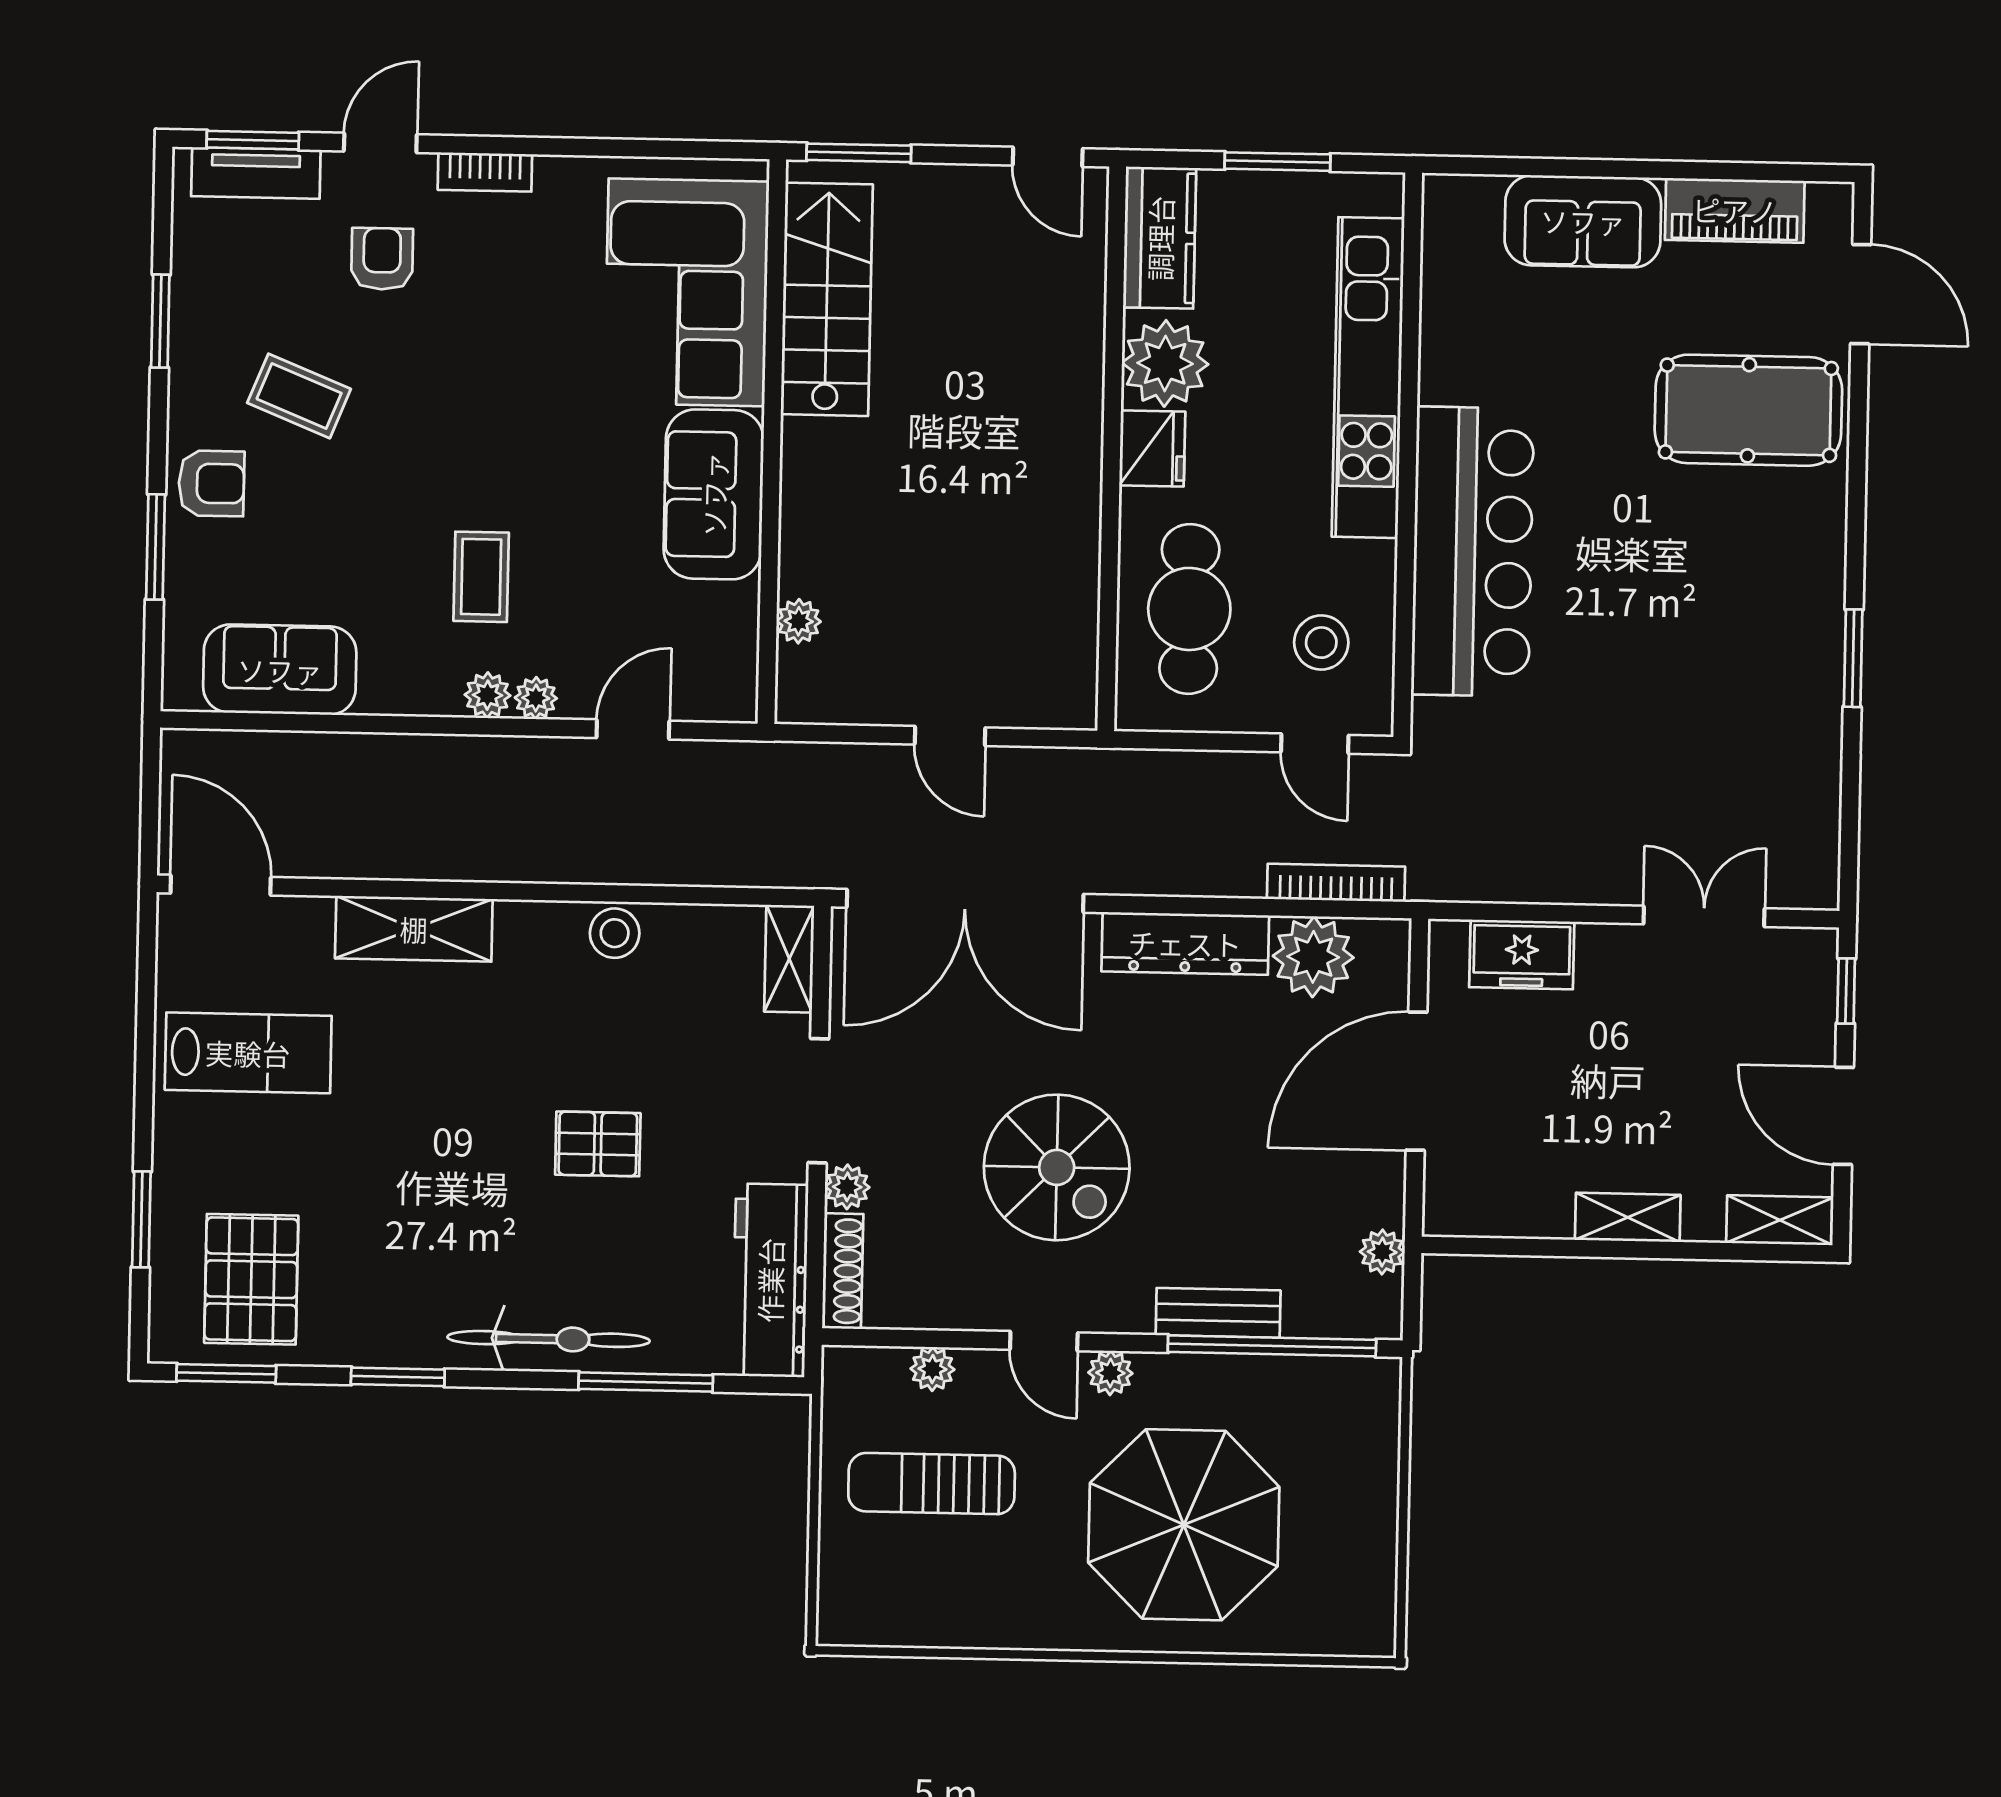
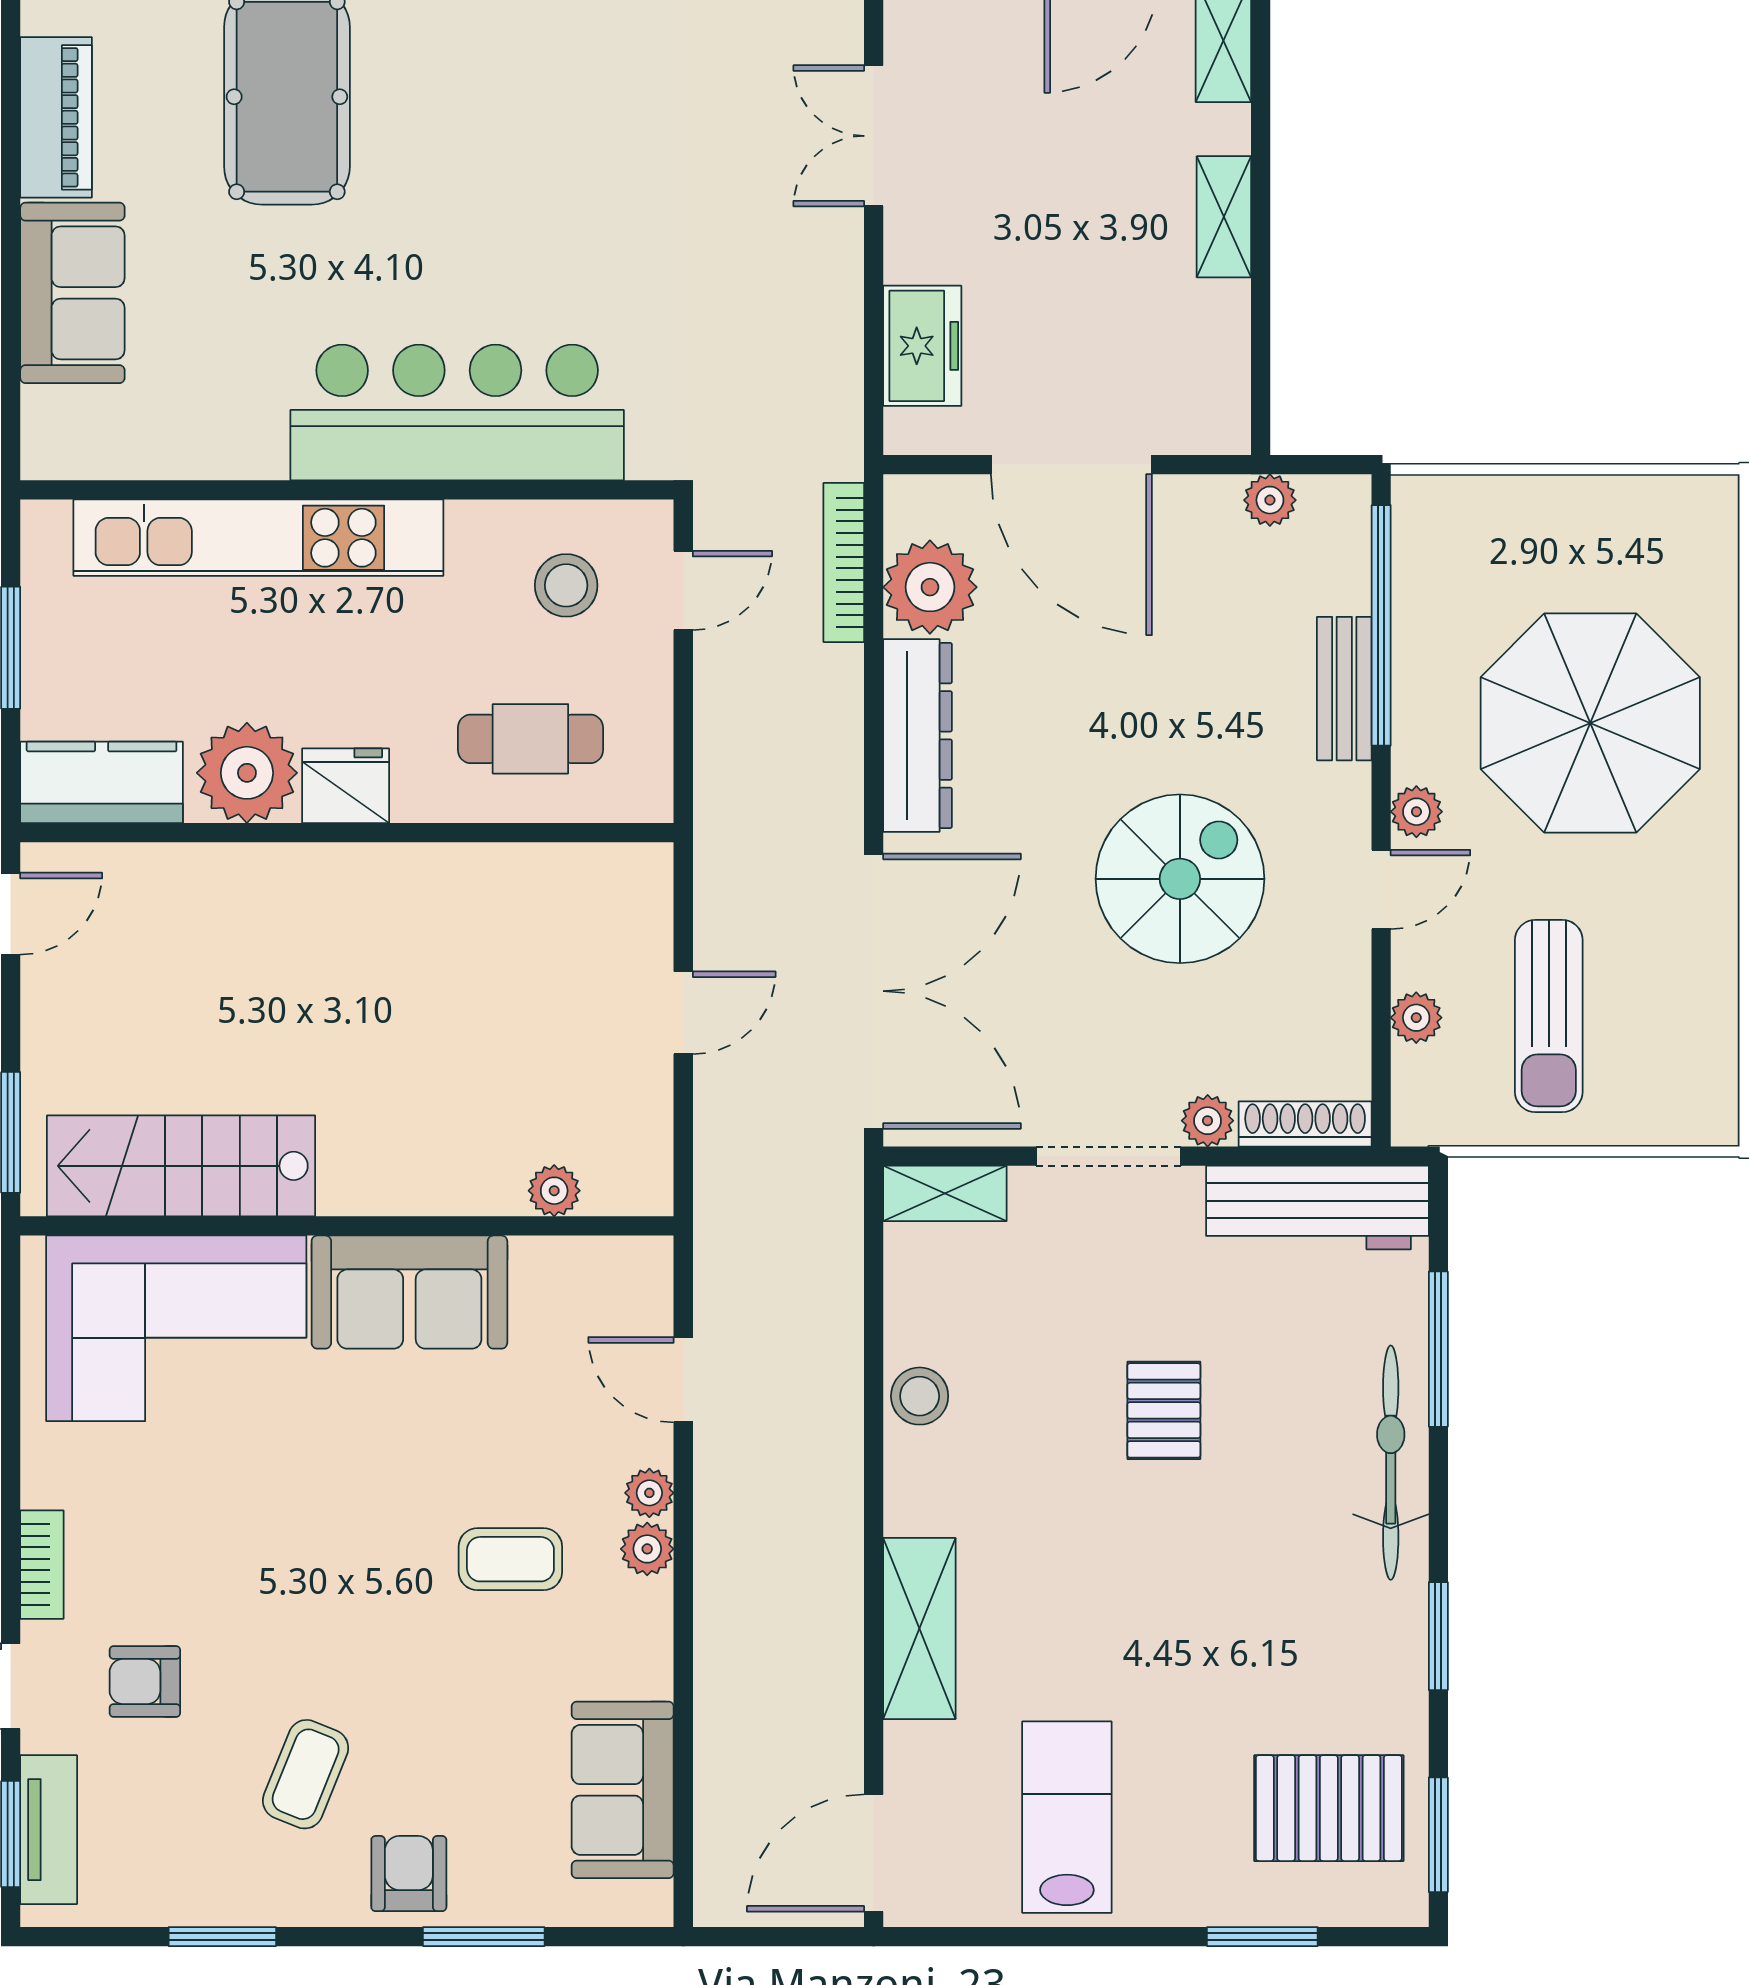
cafe table: (1189, 609) -> (530, 739), width x0.73, depth x0.74

